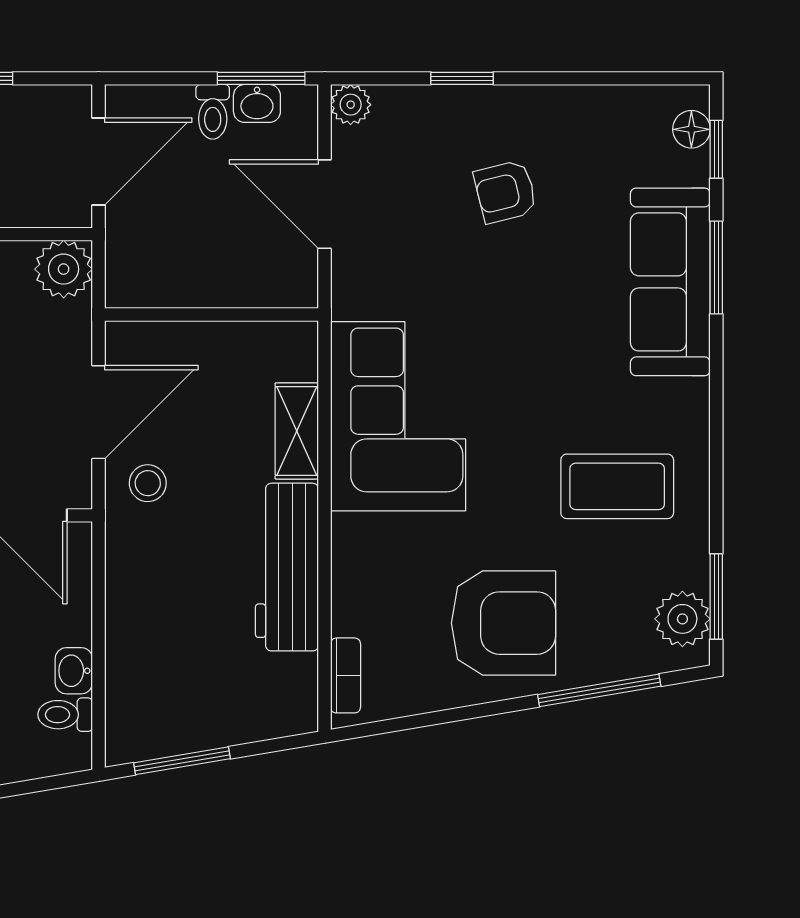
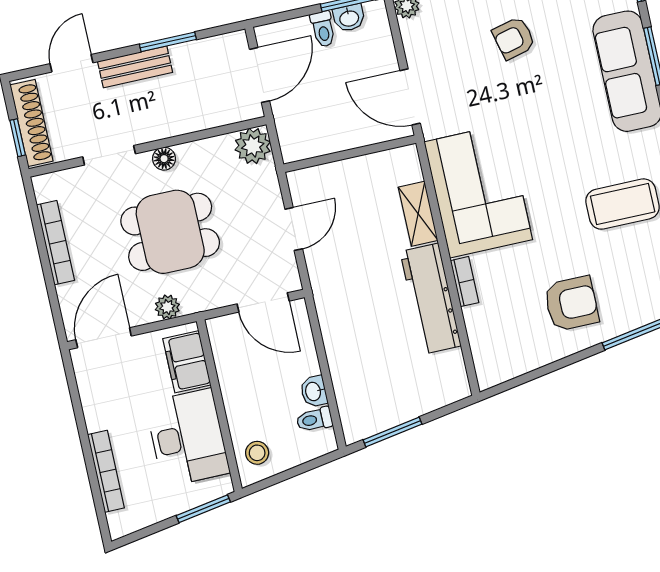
door: (325, 204) -> (410, 97), moved
door: (99, 412) -> (294, 229), width x0.73
stool: (148, 483) -> (334, 266), removed
armchair: (504, 623) -> (571, 304), width x0.73, depth x0.73
bookcase: (346, 675) -> (465, 282), moved

